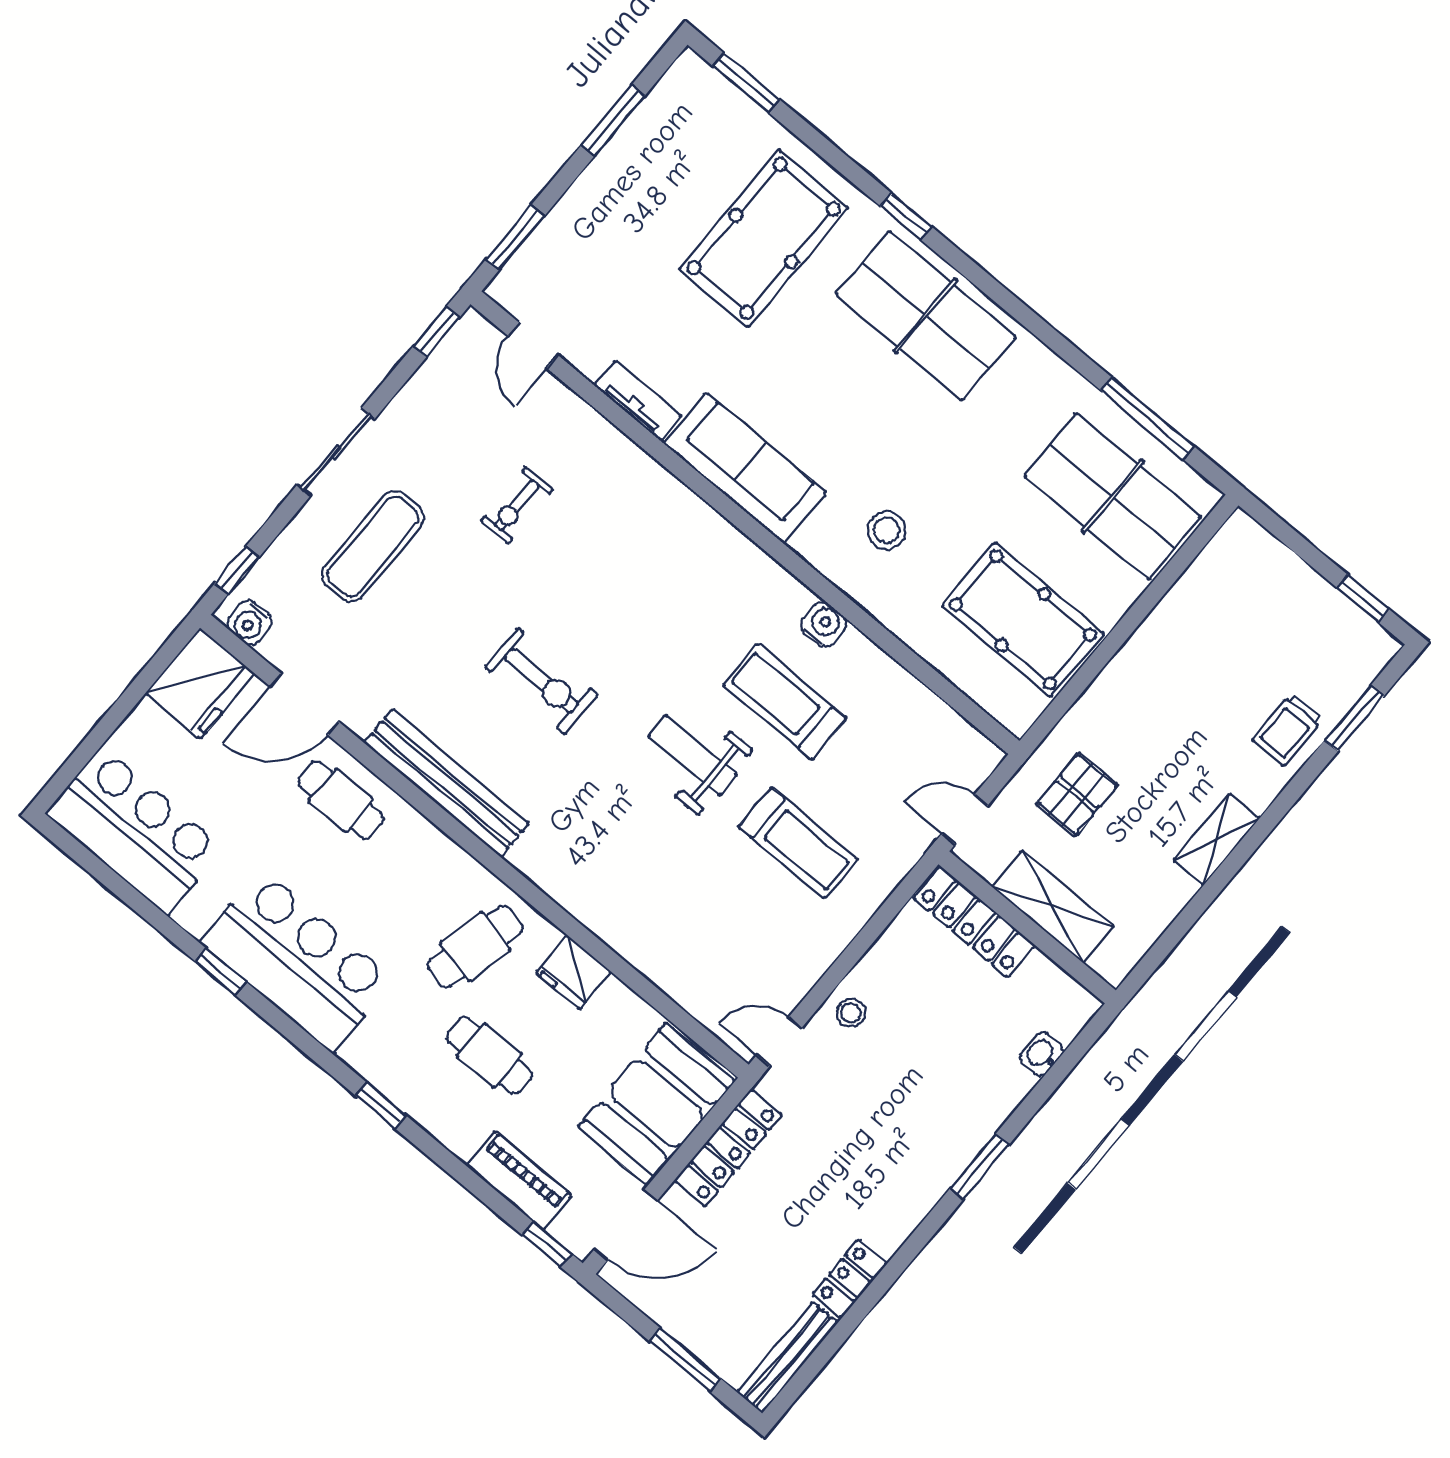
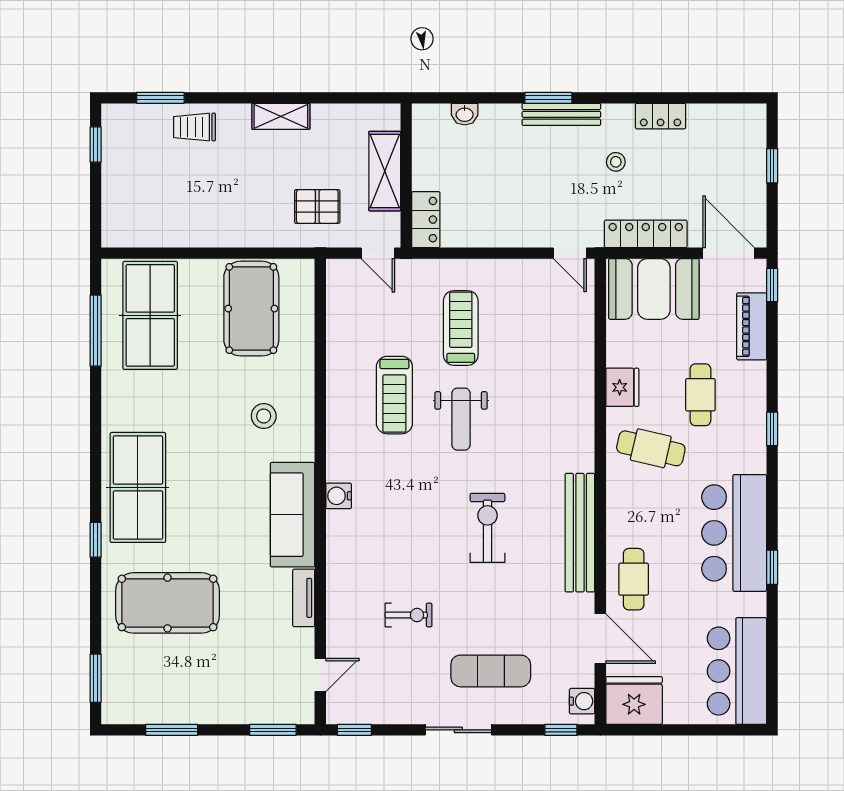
water cooler: (823, 624) -> (339, 496), moved
trolley: (1288, 729) -> (194, 127), turned 180
locker: (974, 922) -> (426, 220), width x0.66
stool: (851, 1013) -> (616, 162), moved
bench: (787, 1357) -> (561, 114), moved
window: (685, 1360) -> (772, 166), width x0.67

